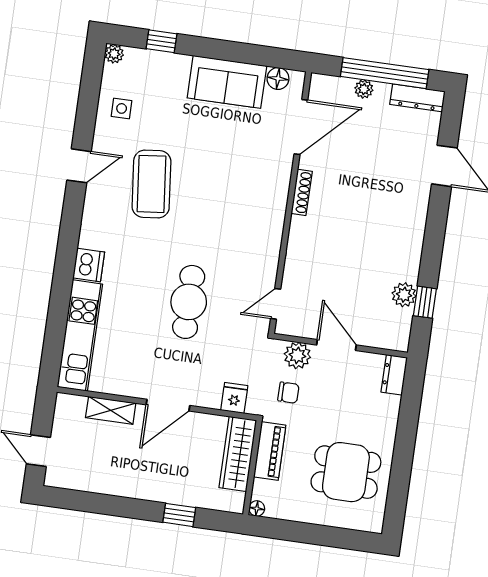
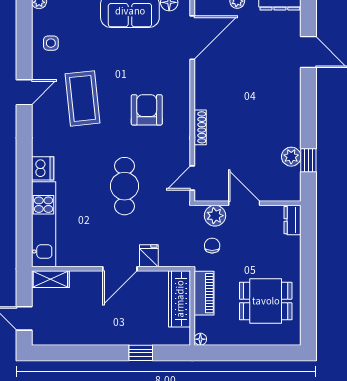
shoe rack: (302, 192) -> (200, 127), moved
armchair: (230, 210) -> (147, 110), added
chair: (288, 393) -> (212, 246), turned -90
fridge: (234, 398) -> (149, 256), moved
shelving: (111, 410) -> (50, 279), moved

